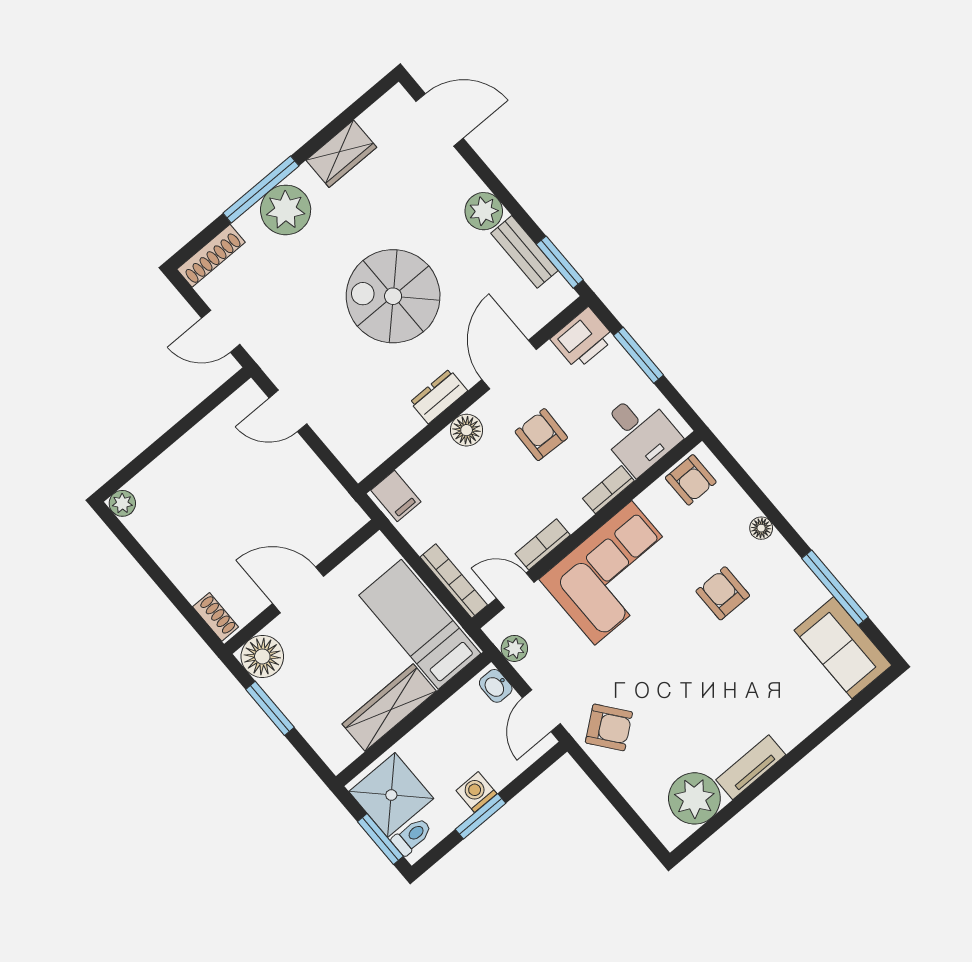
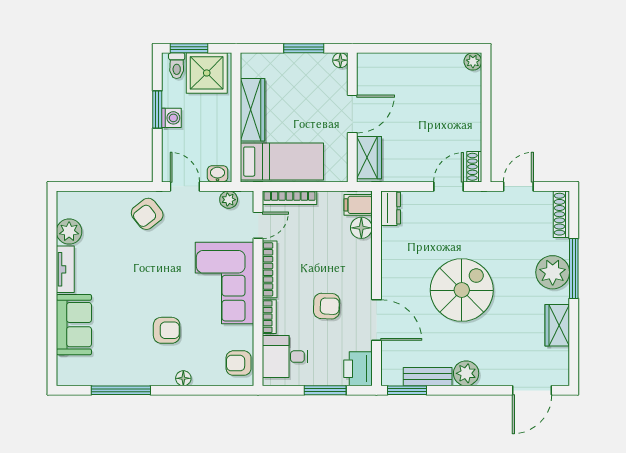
dresser: (439, 396) -> (391, 208), moved
floor lamp: (467, 430) -> (361, 228), moved
wardrobe: (332, 529) -> (369, 158), added
bookcase: (543, 544) -> (270, 269), width x1.56
shoe rack: (216, 617) -> (474, 167), moved, turned 90
sofa: (843, 648) -> (74, 325), moved, turned 90
floor lamp: (262, 656) -> (340, 60), width x0.53, depth x0.53
plant: (694, 798) -> (69, 232), width x0.73, depth x0.73

